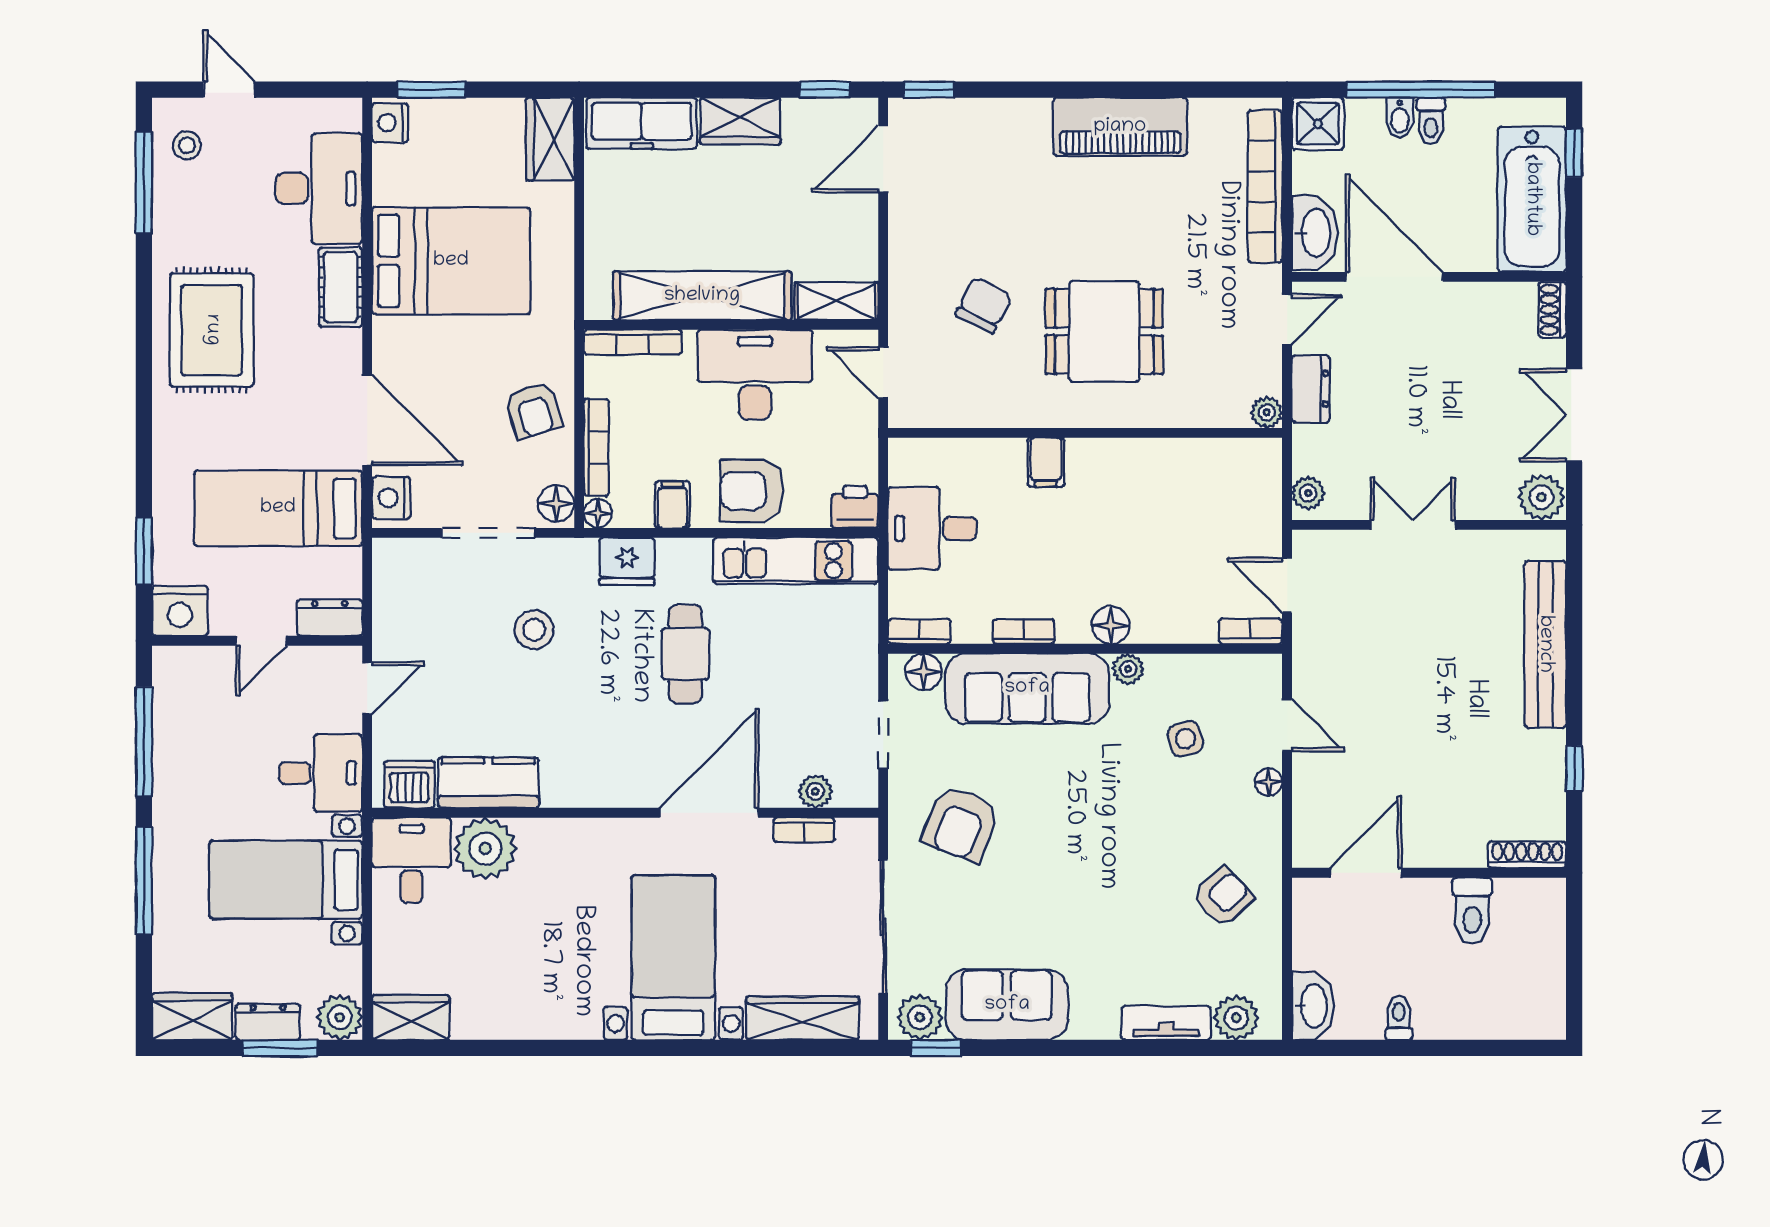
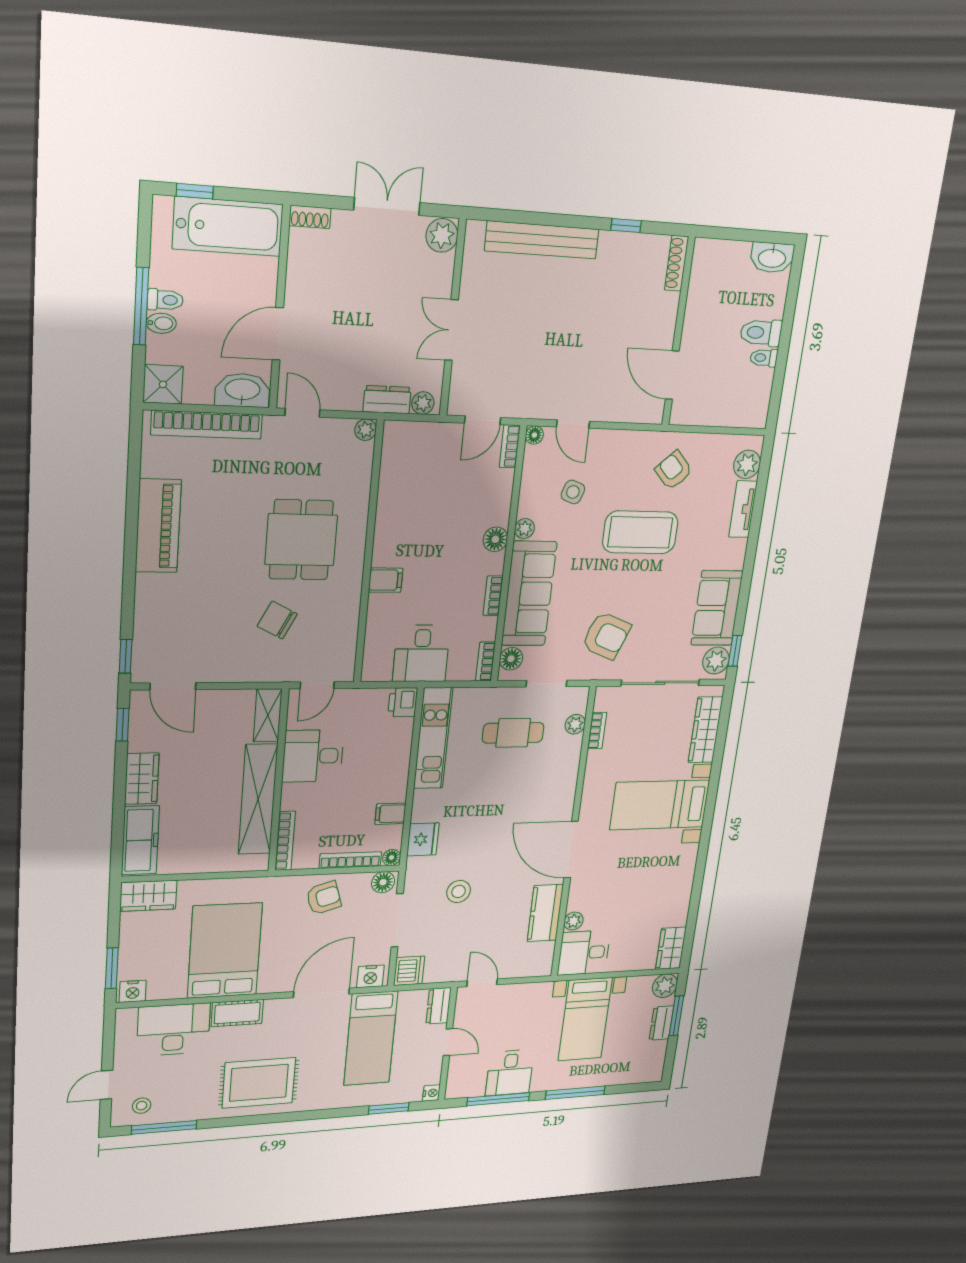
window: (1421, 90) -> (141, 306), width x0.68
door: (1394, 277) -> (278, 334), width x0.73
desk: (755, 375) -> (313, 756), width x0.73
dresser: (1311, 389) -> (387, 400), moved
double door: (1574, 415) -> (387, 206), swing flipped
armchair: (752, 491) -> (386, 766), removed
nightstand: (180, 611) -> (431, 1093), width x0.53, depth x0.56
cafe table: (685, 654) -> (513, 733), moved
door: (1287, 725) -> (573, 424), swing flipped
side table: (1185, 739) -> (573, 492), turned 37
desk: (321, 773) -> (510, 1073), moved, turned 180
floor lamp: (1269, 782) -> (534, 435), moved
dishwasher: (409, 784) -> (409, 971), moved, turned 180
door: (709, 813) -> (571, 850), moved
plant: (485, 849) -> (573, 921), width x0.53, depth x0.53
coffee table: (1126, 857) -> (640, 532), added
toilet: (1472, 911) -> (761, 333), moved, turned 180
washbasin: (1313, 1006) -> (772, 258), moved, turned 180
wardrobe: (192, 1017) -> (652, 1062), removed

